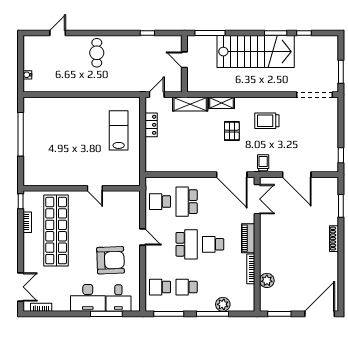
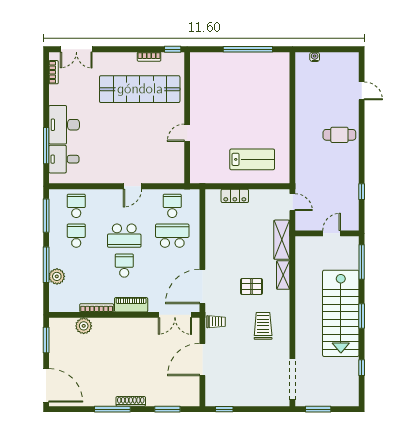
window: (276, 33) -> (362, 316), moved
locker: (151, 125) -> (235, 196), moved
window: (341, 255) -> (112, 409), added
armchair: (111, 260) -> (106, 150), removed

